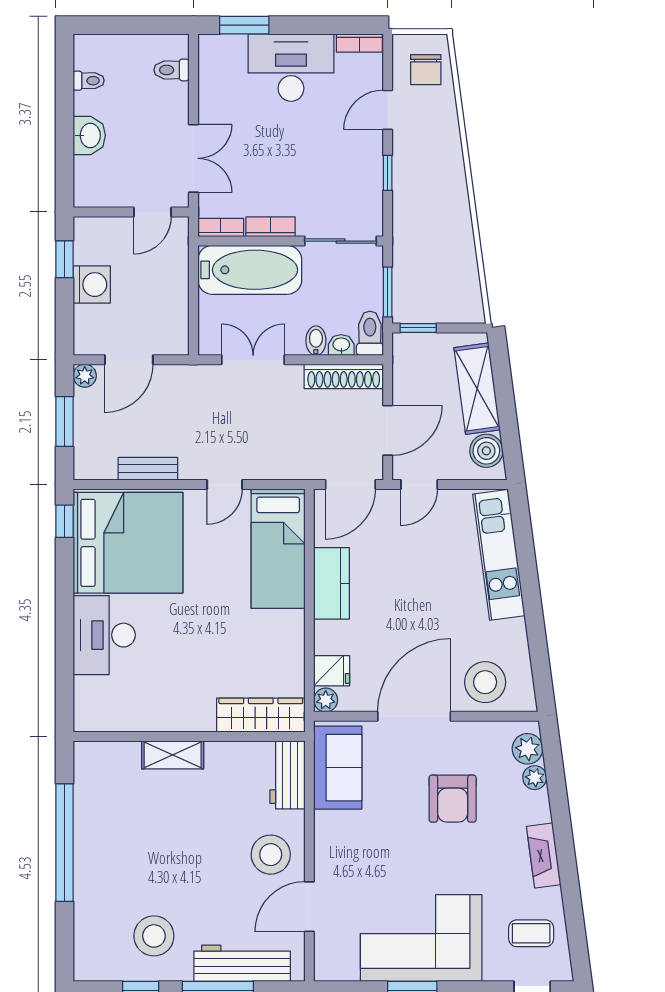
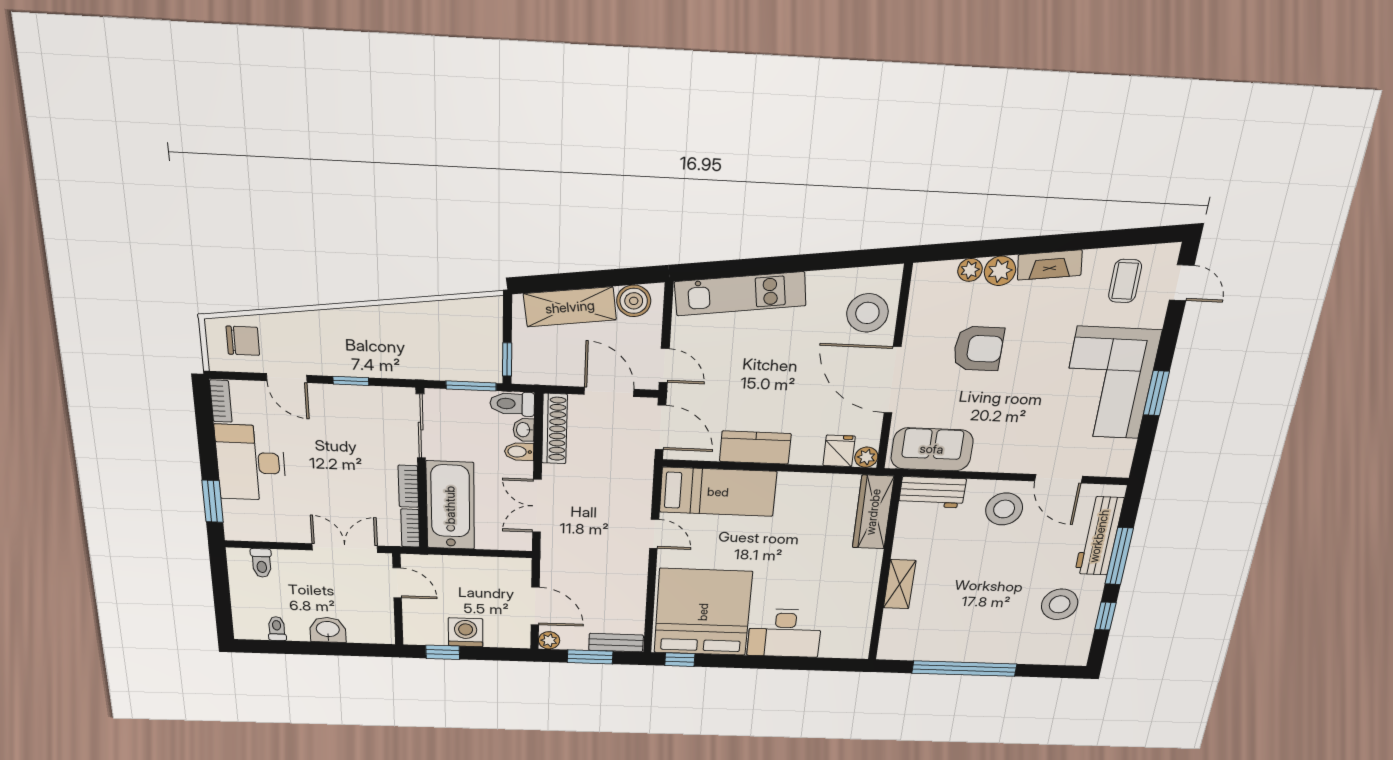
bench: (148, 469) -> (616, 643), moved, turned 90
plant: (527, 749) -> (1000, 271), moved

